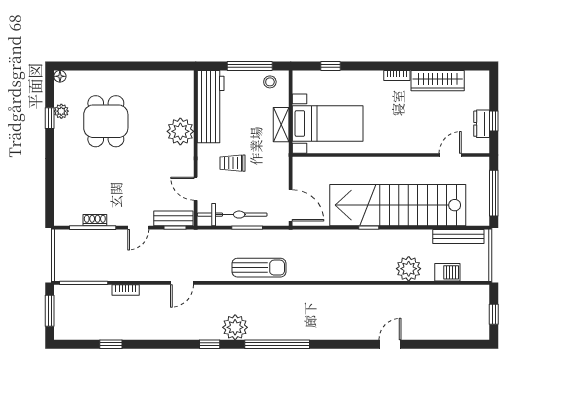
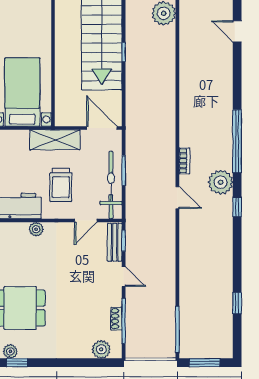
shelving: (281, 125) -> (55, 140), moved, width x1.50, depth x1.33
plant: (180, 131) -> (36, 229), width x0.53, depth x0.53
trolley: (232, 163) -> (61, 185), width x1.36, depth x1.39
plant: (63, 205) -> (101, 349), added
door: (291, 205) -> (102, 128), hinge flipped
sun lounger: (259, 268) -> (163, 159), removed
door: (182, 283) -> (177, 198), moved
bookcase: (126, 290) -> (184, 161), moved

